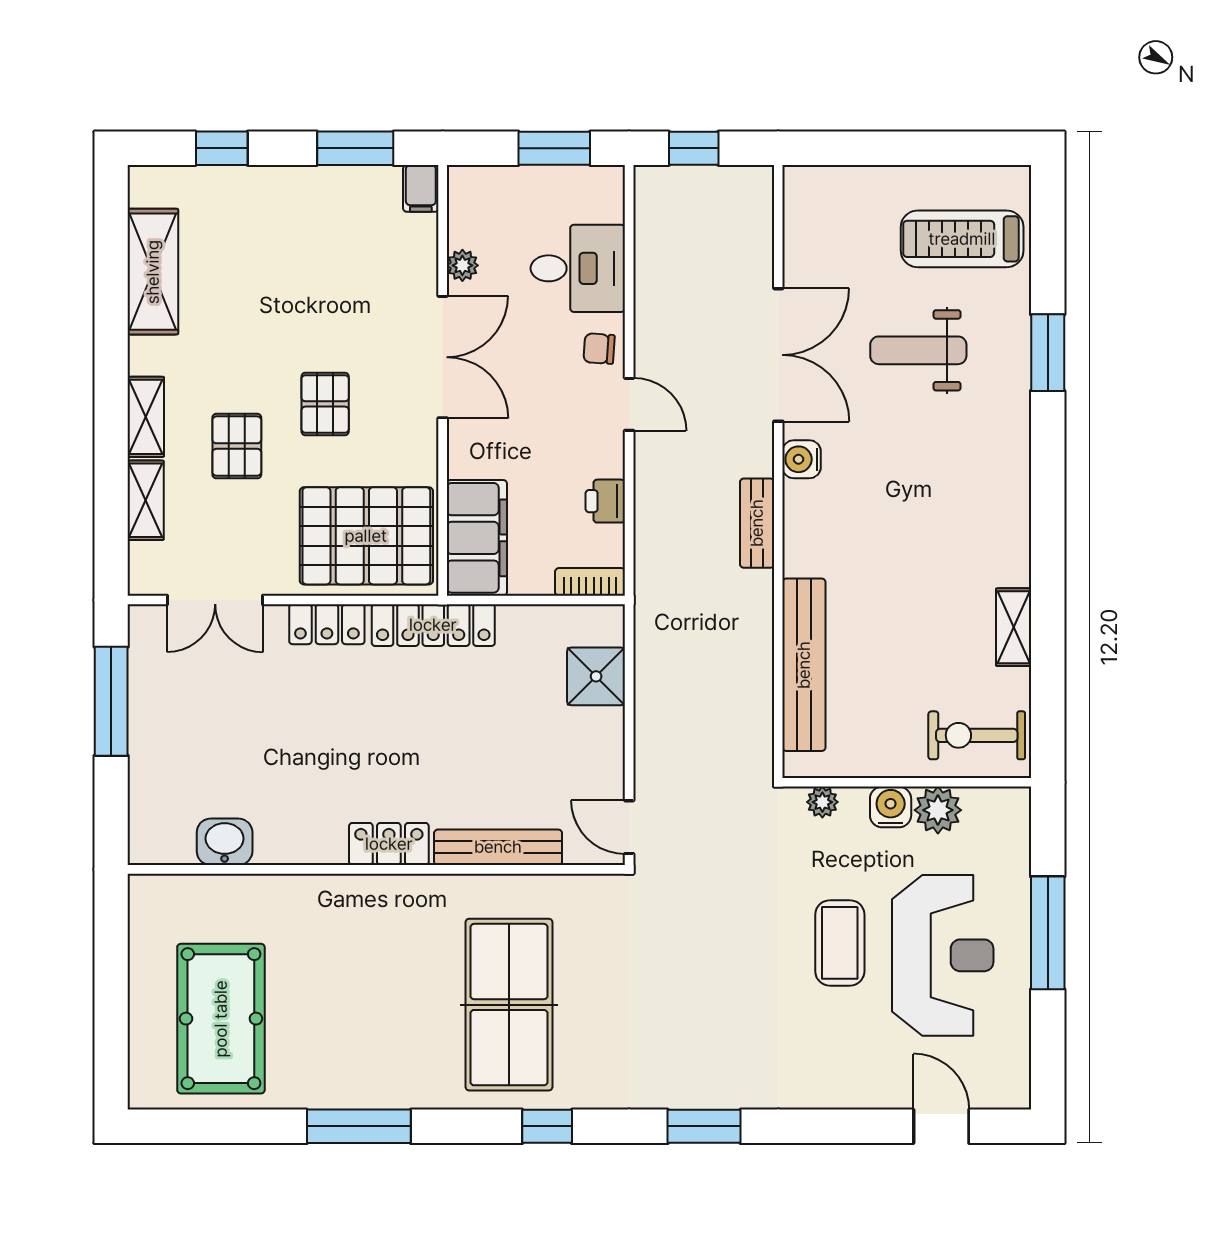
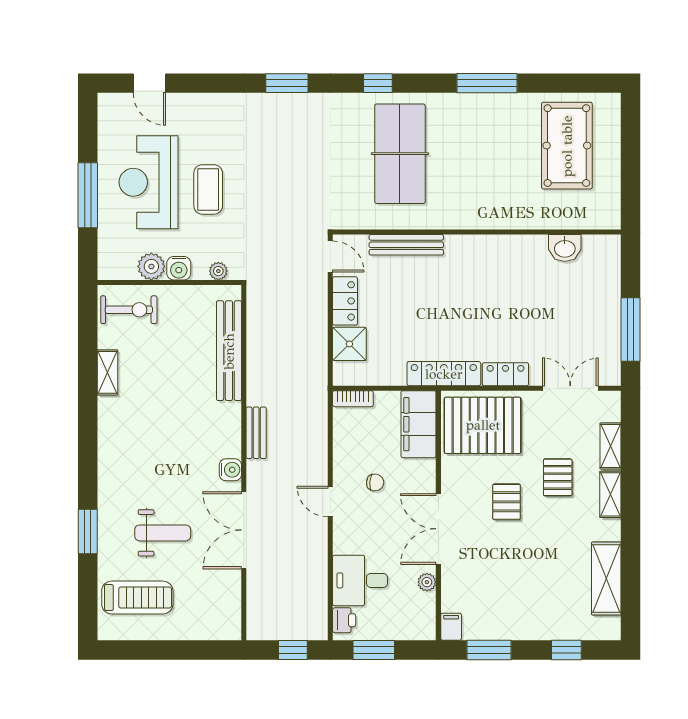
chair: (599, 349) -> (375, 482), moved
printer: (605, 501) -> (344, 620), moved
locker: (389, 844) -> (345, 301), moved, turned -90

